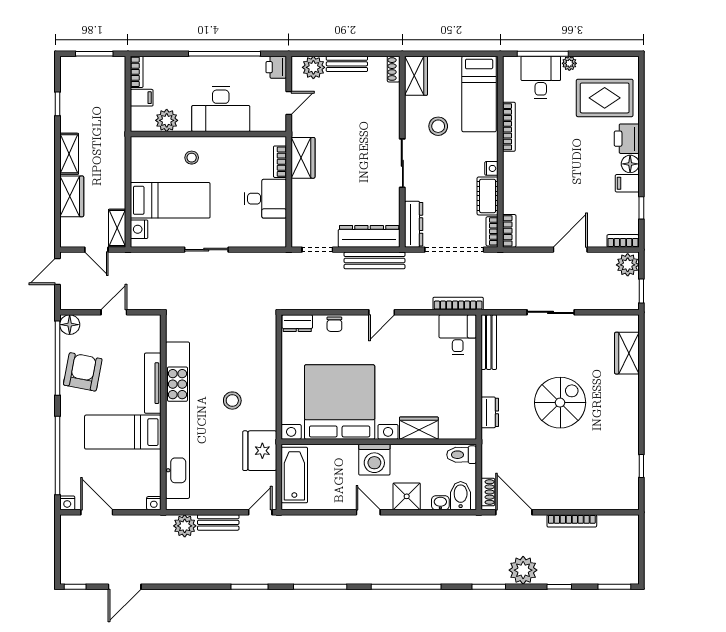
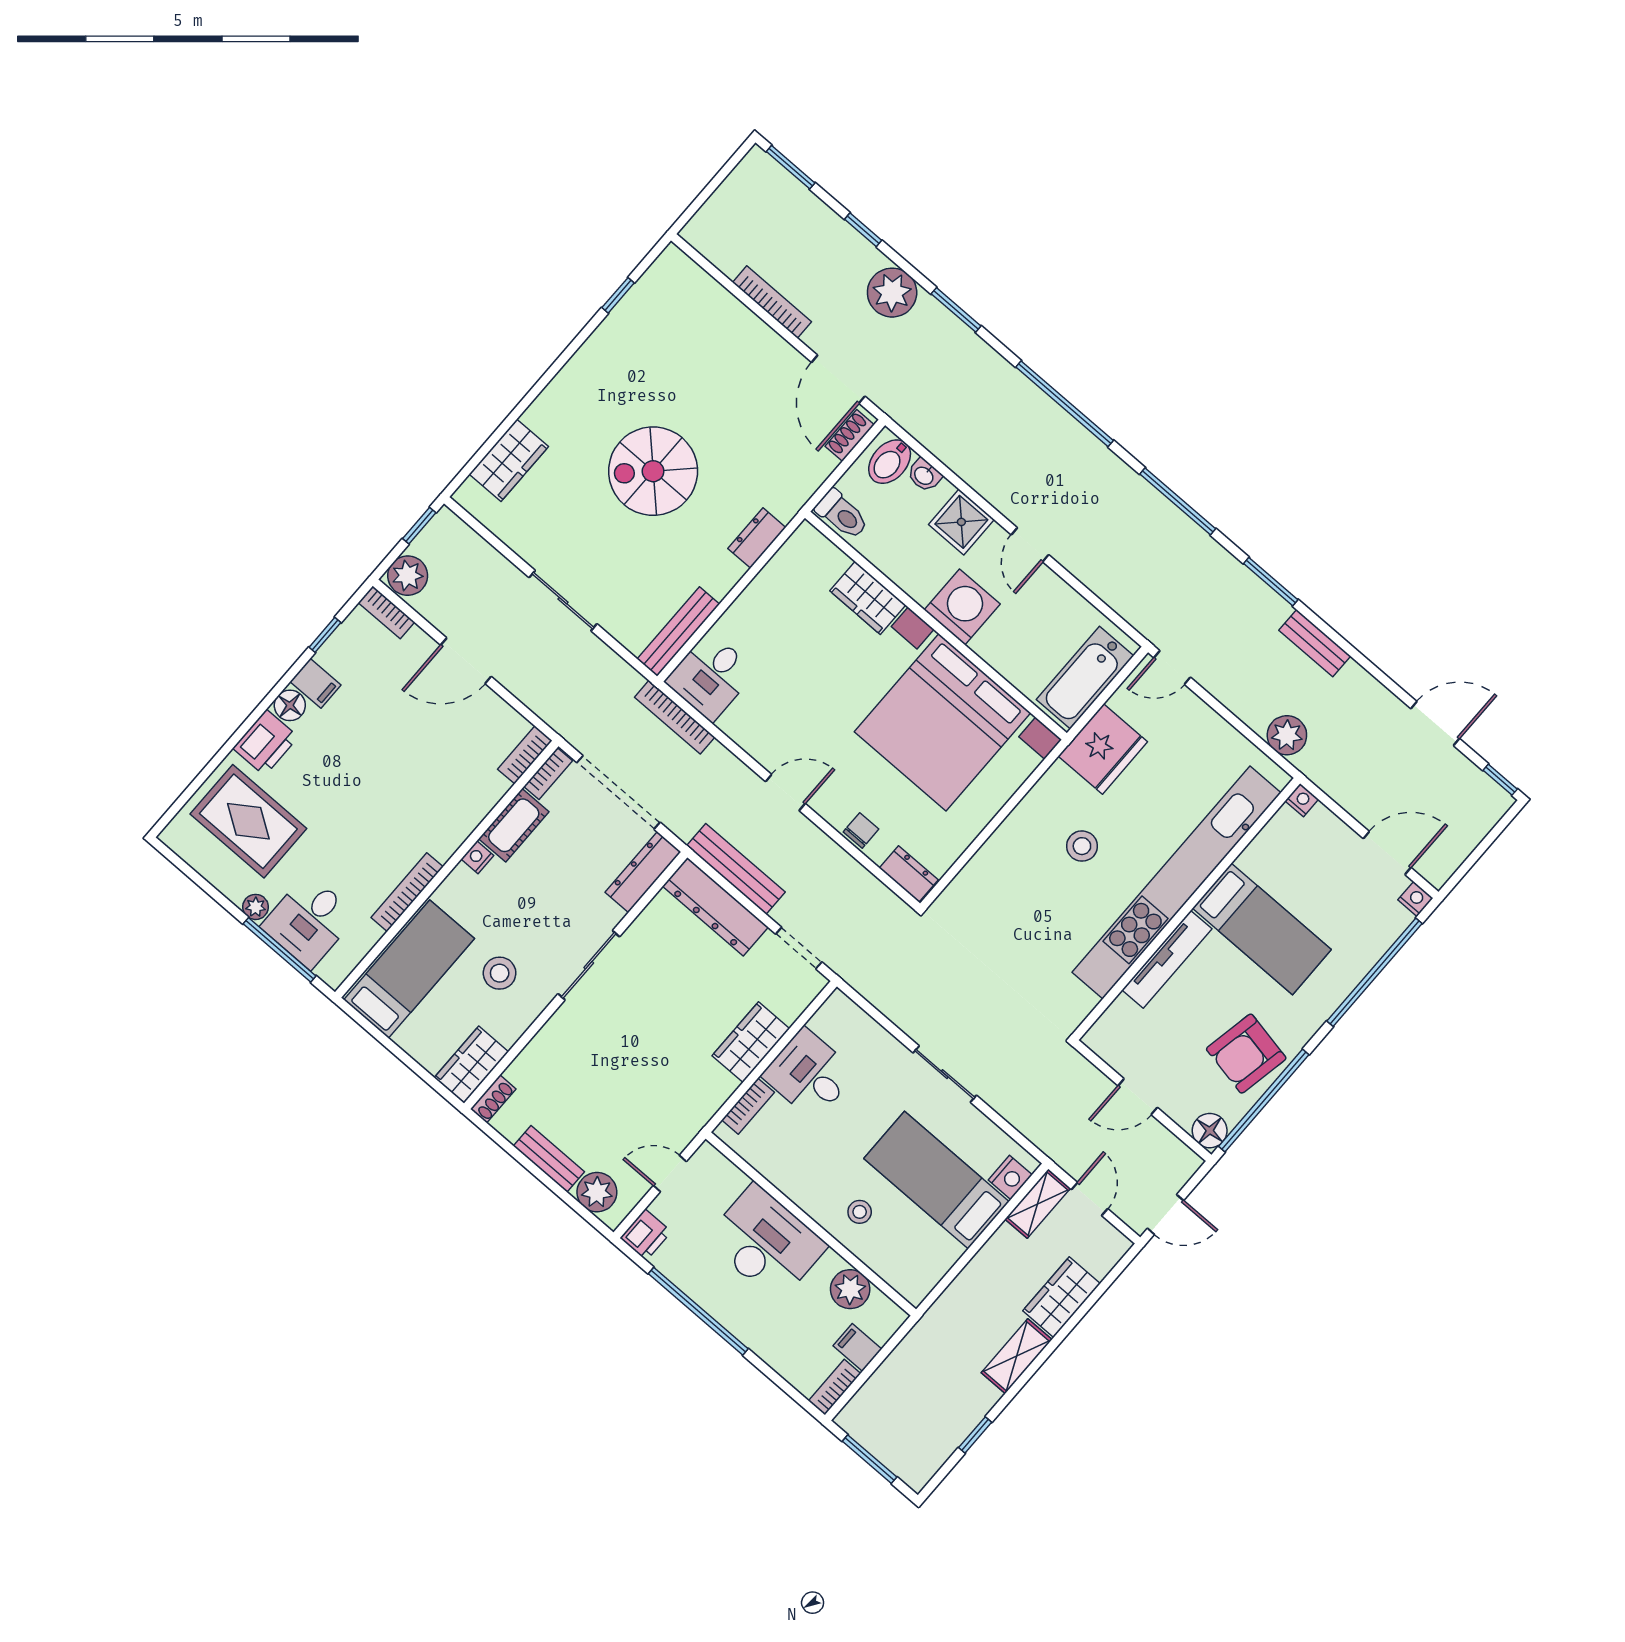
wardrobe: (303, 158) -> (751, 1042), moved
door: (97, 512) -> (1387, 853), swing flipped
bench: (218, 522) -> (1315, 643), moved

